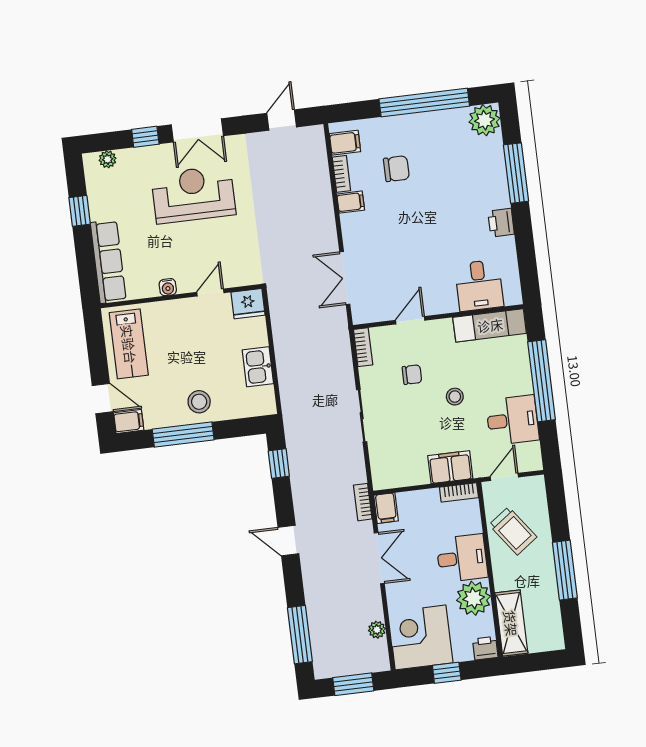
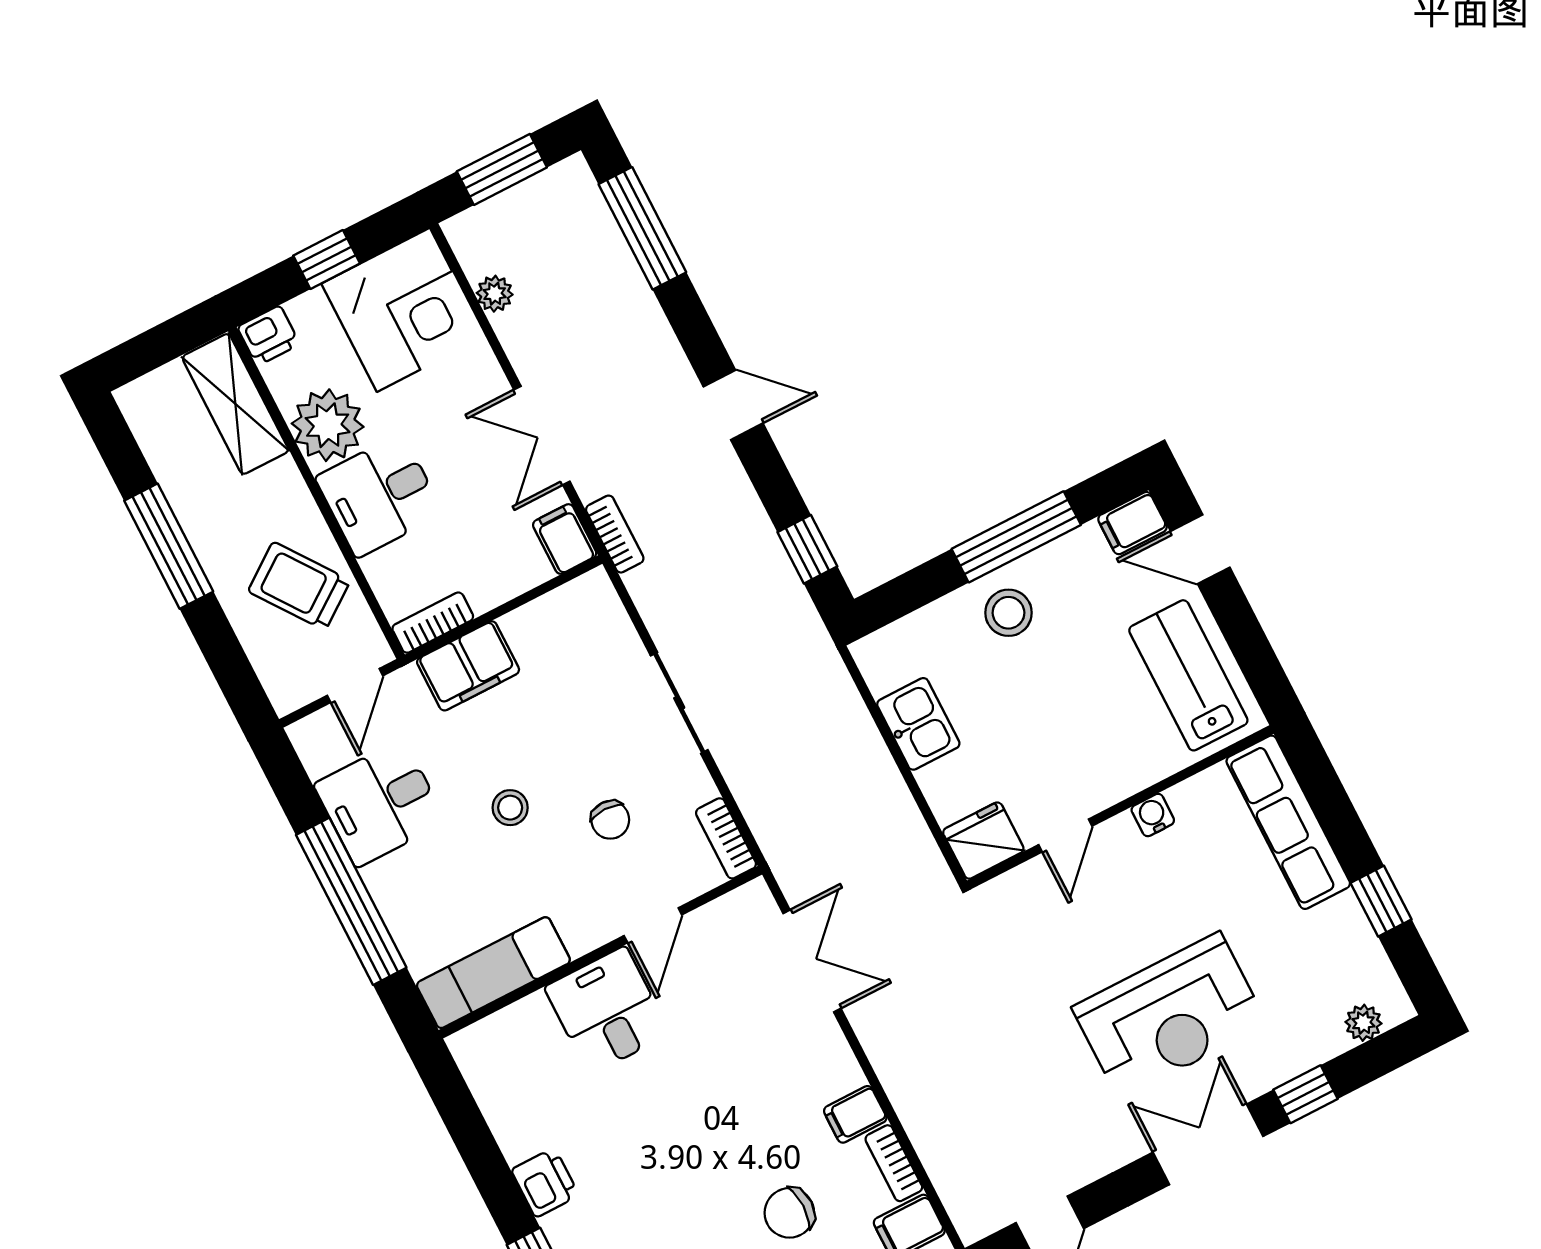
desk: (479, 285) -> (607, 1010), moved
chair: (412, 375) -> (610, 820), turned -90

